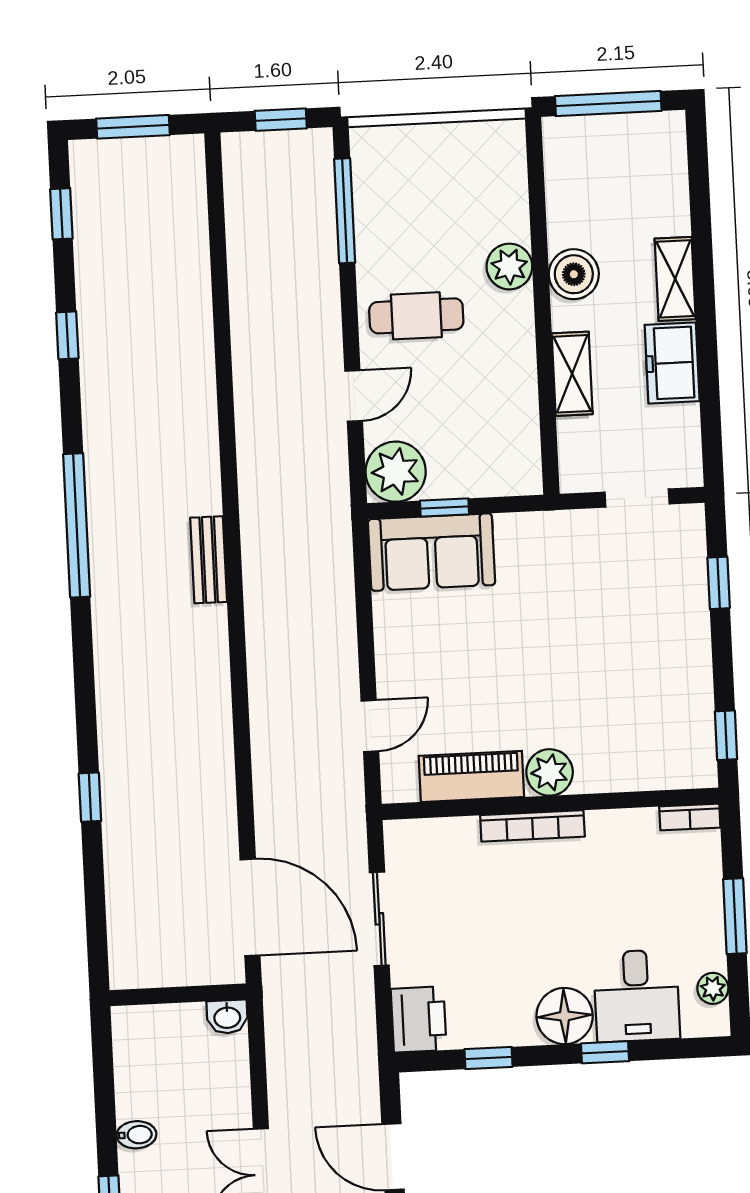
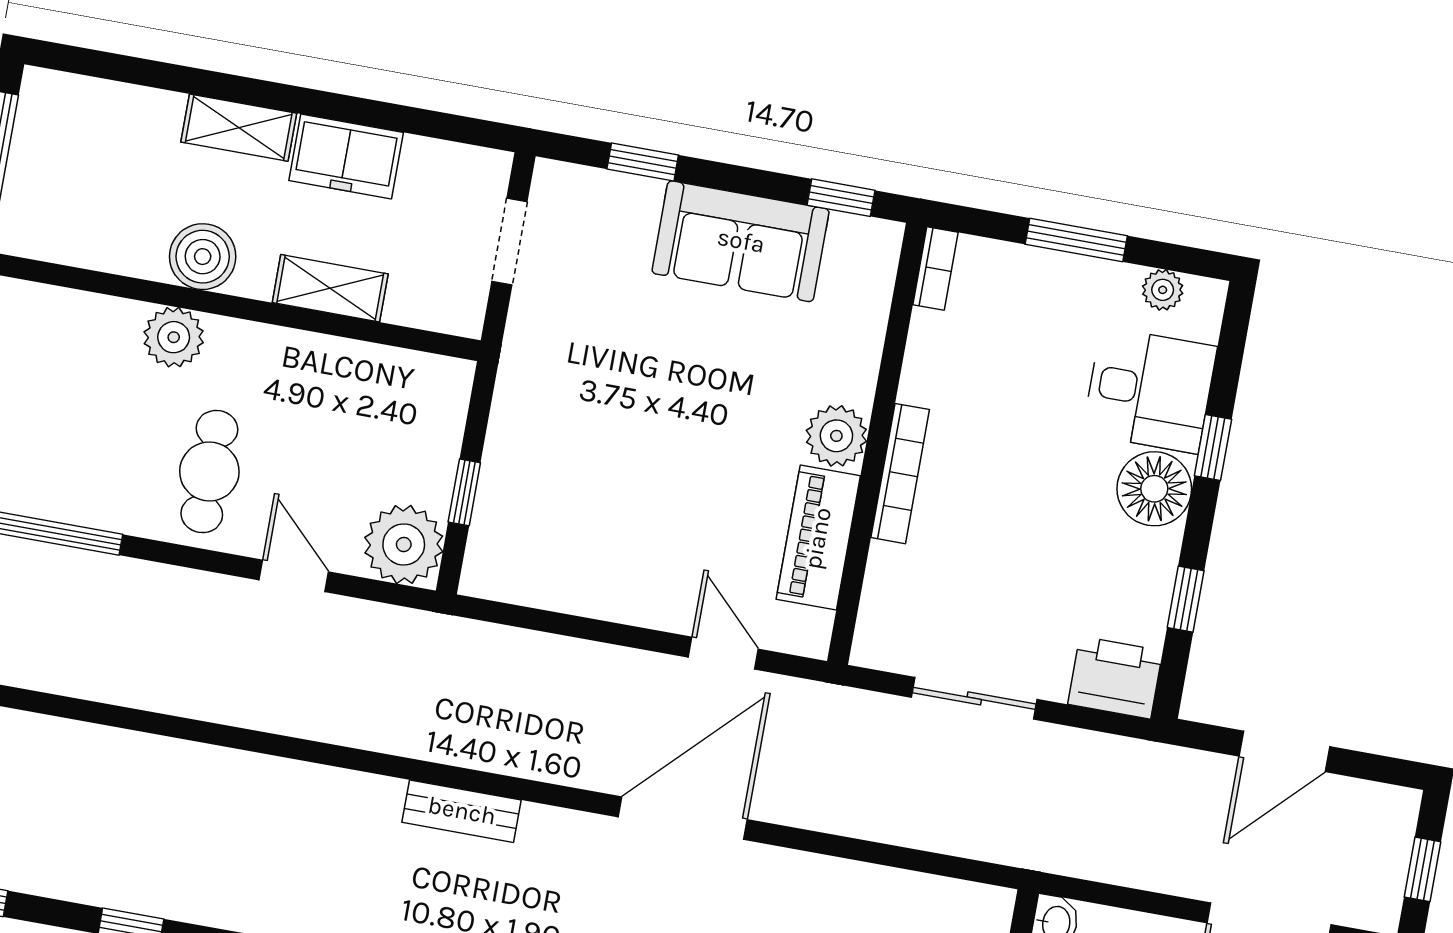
sofa: (432, 552) -> (741, 241), moved, turned 90
door: (250, 907) -> (683, 818), moved

